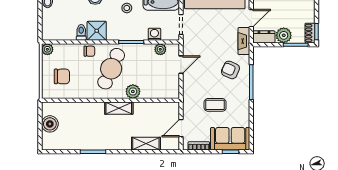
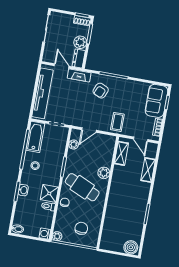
washing machine: (154, 34) -> (45, 234), moved
door: (181, 65) -> (89, 130), swing flipped
coffee table: (215, 105) -> (117, 122), moved
shelving: (119, 108) -> (121, 153), moved
boiler: (50, 124) -> (131, 247), moved

